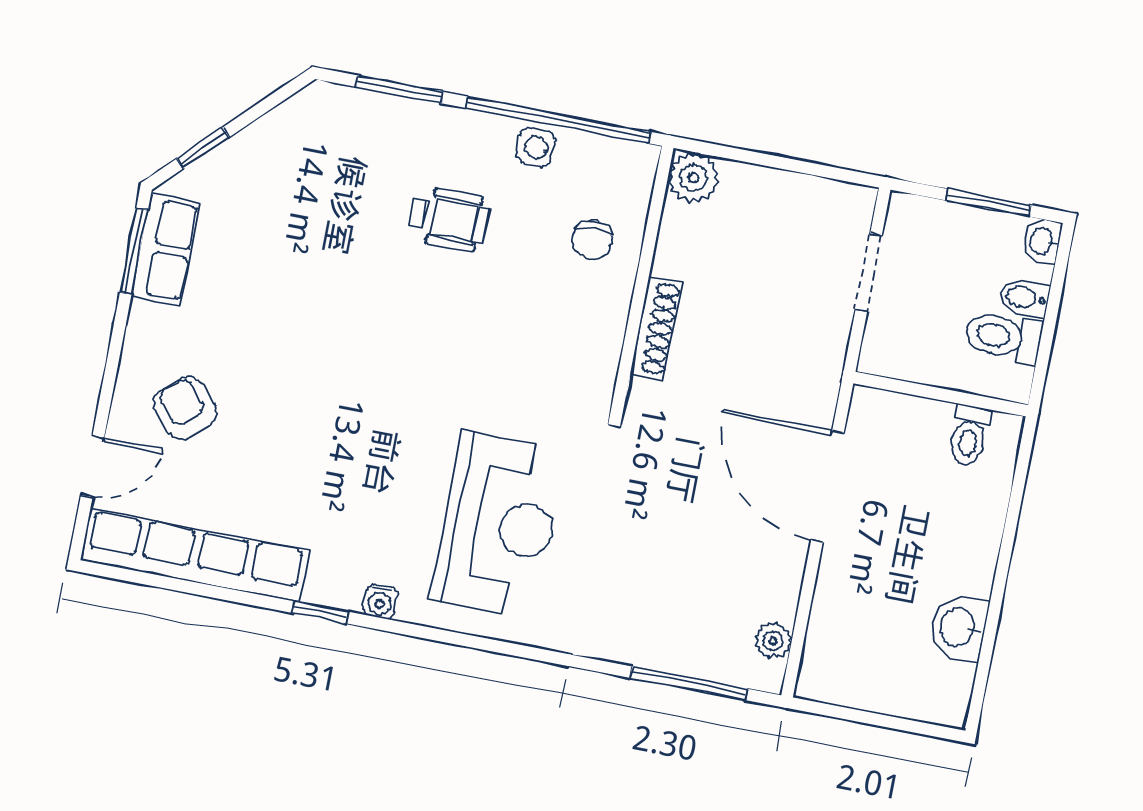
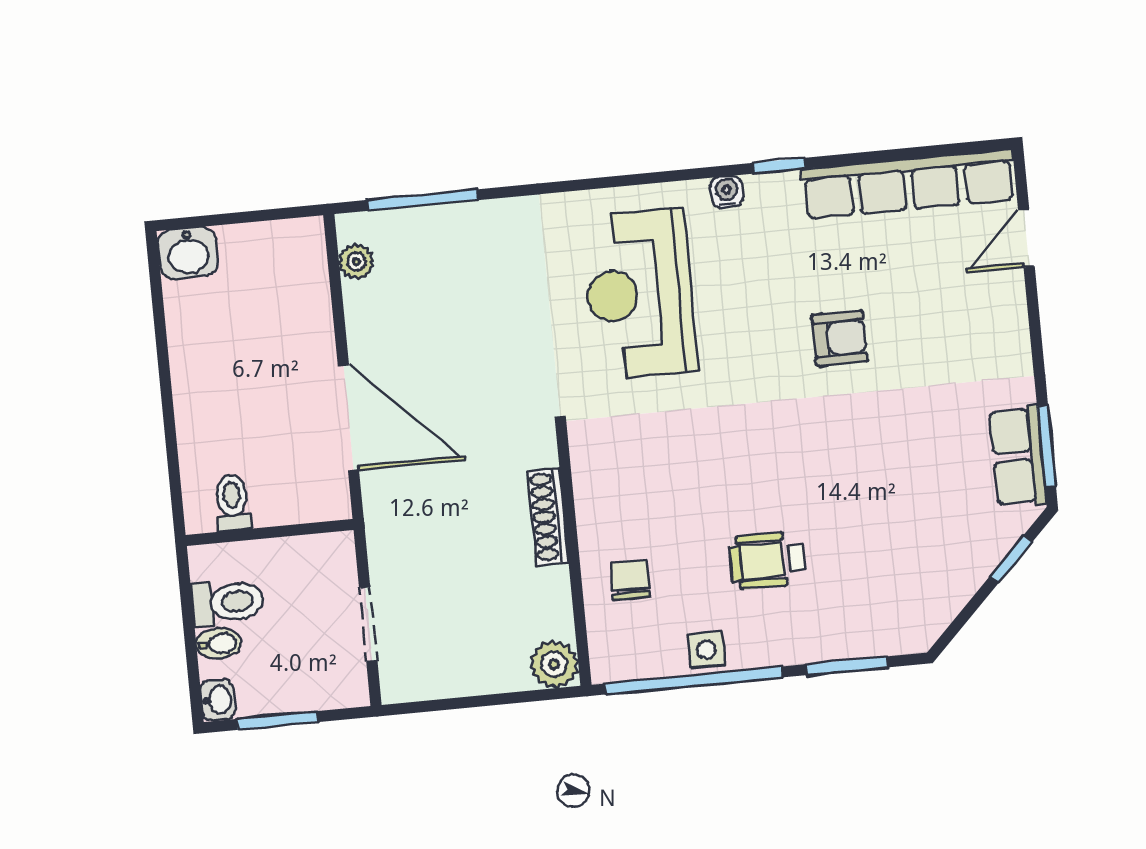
armchair: (185, 408) -> (840, 338), moved, turned -49
washbasin: (959, 628) -> (188, 253), moved, turned 90

